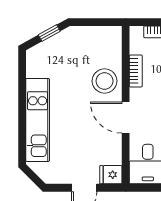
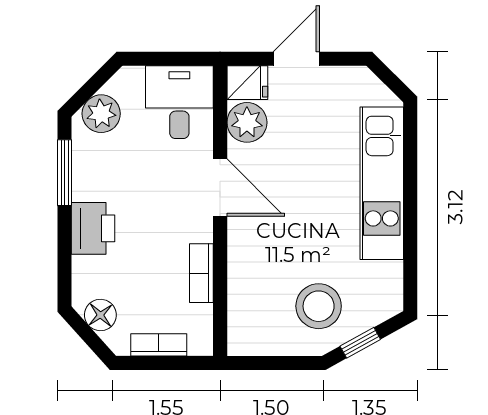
stool: (105, 81) -> (319, 306), moved
plant: (111, 153) -> (247, 122), added

